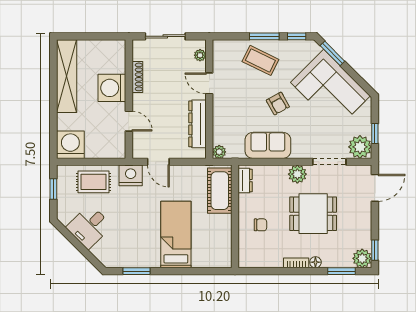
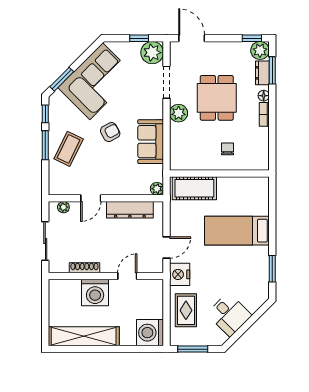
dresser: (245, 181) -> (262, 73), moved, turned -90
window: (53, 189) -> (193, 349), width x1.50

